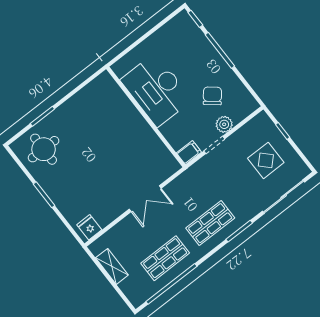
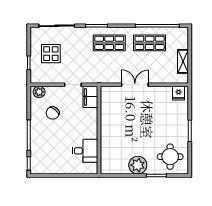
desk: (156, 90) -> (85, 151), width x0.53, depth x0.77
plant: (72, 112) -> (138, 165), added
plant: (224, 124) -> (39, 92), moved
filing cabinet: (189, 153) -> (90, 97), width x2.00

